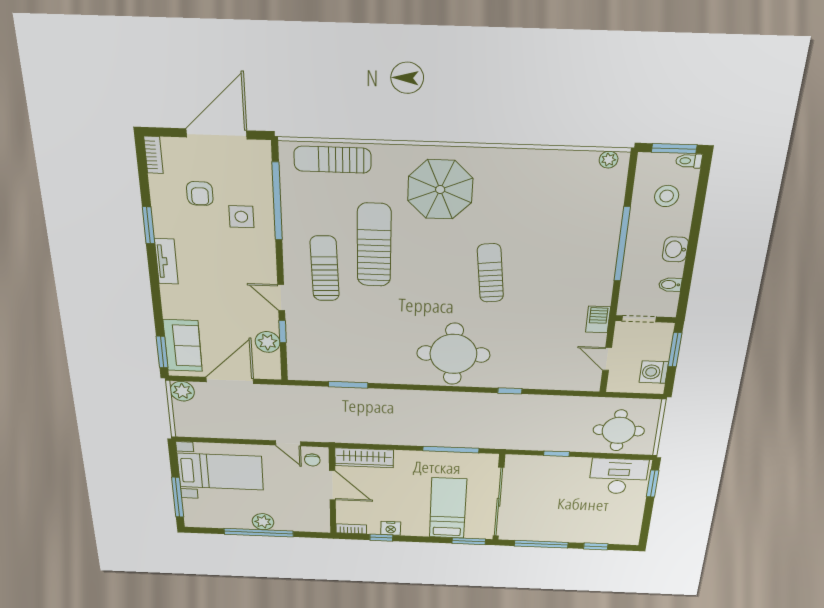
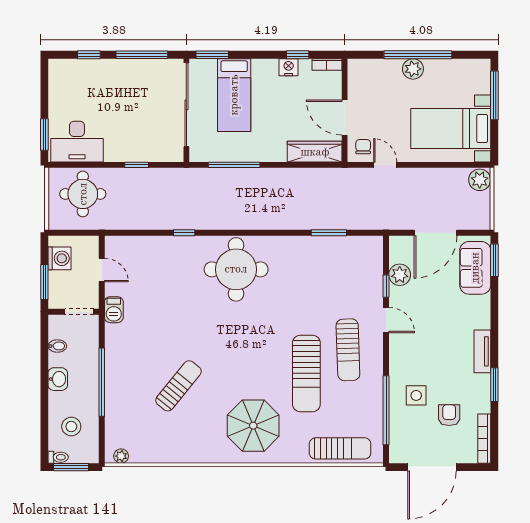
bookcase: (153, 155) -> (484, 439), width x1.56
sun lounger: (490, 273) -> (178, 386), moved, turned -135
plant: (182, 391) -> (480, 180), moved

